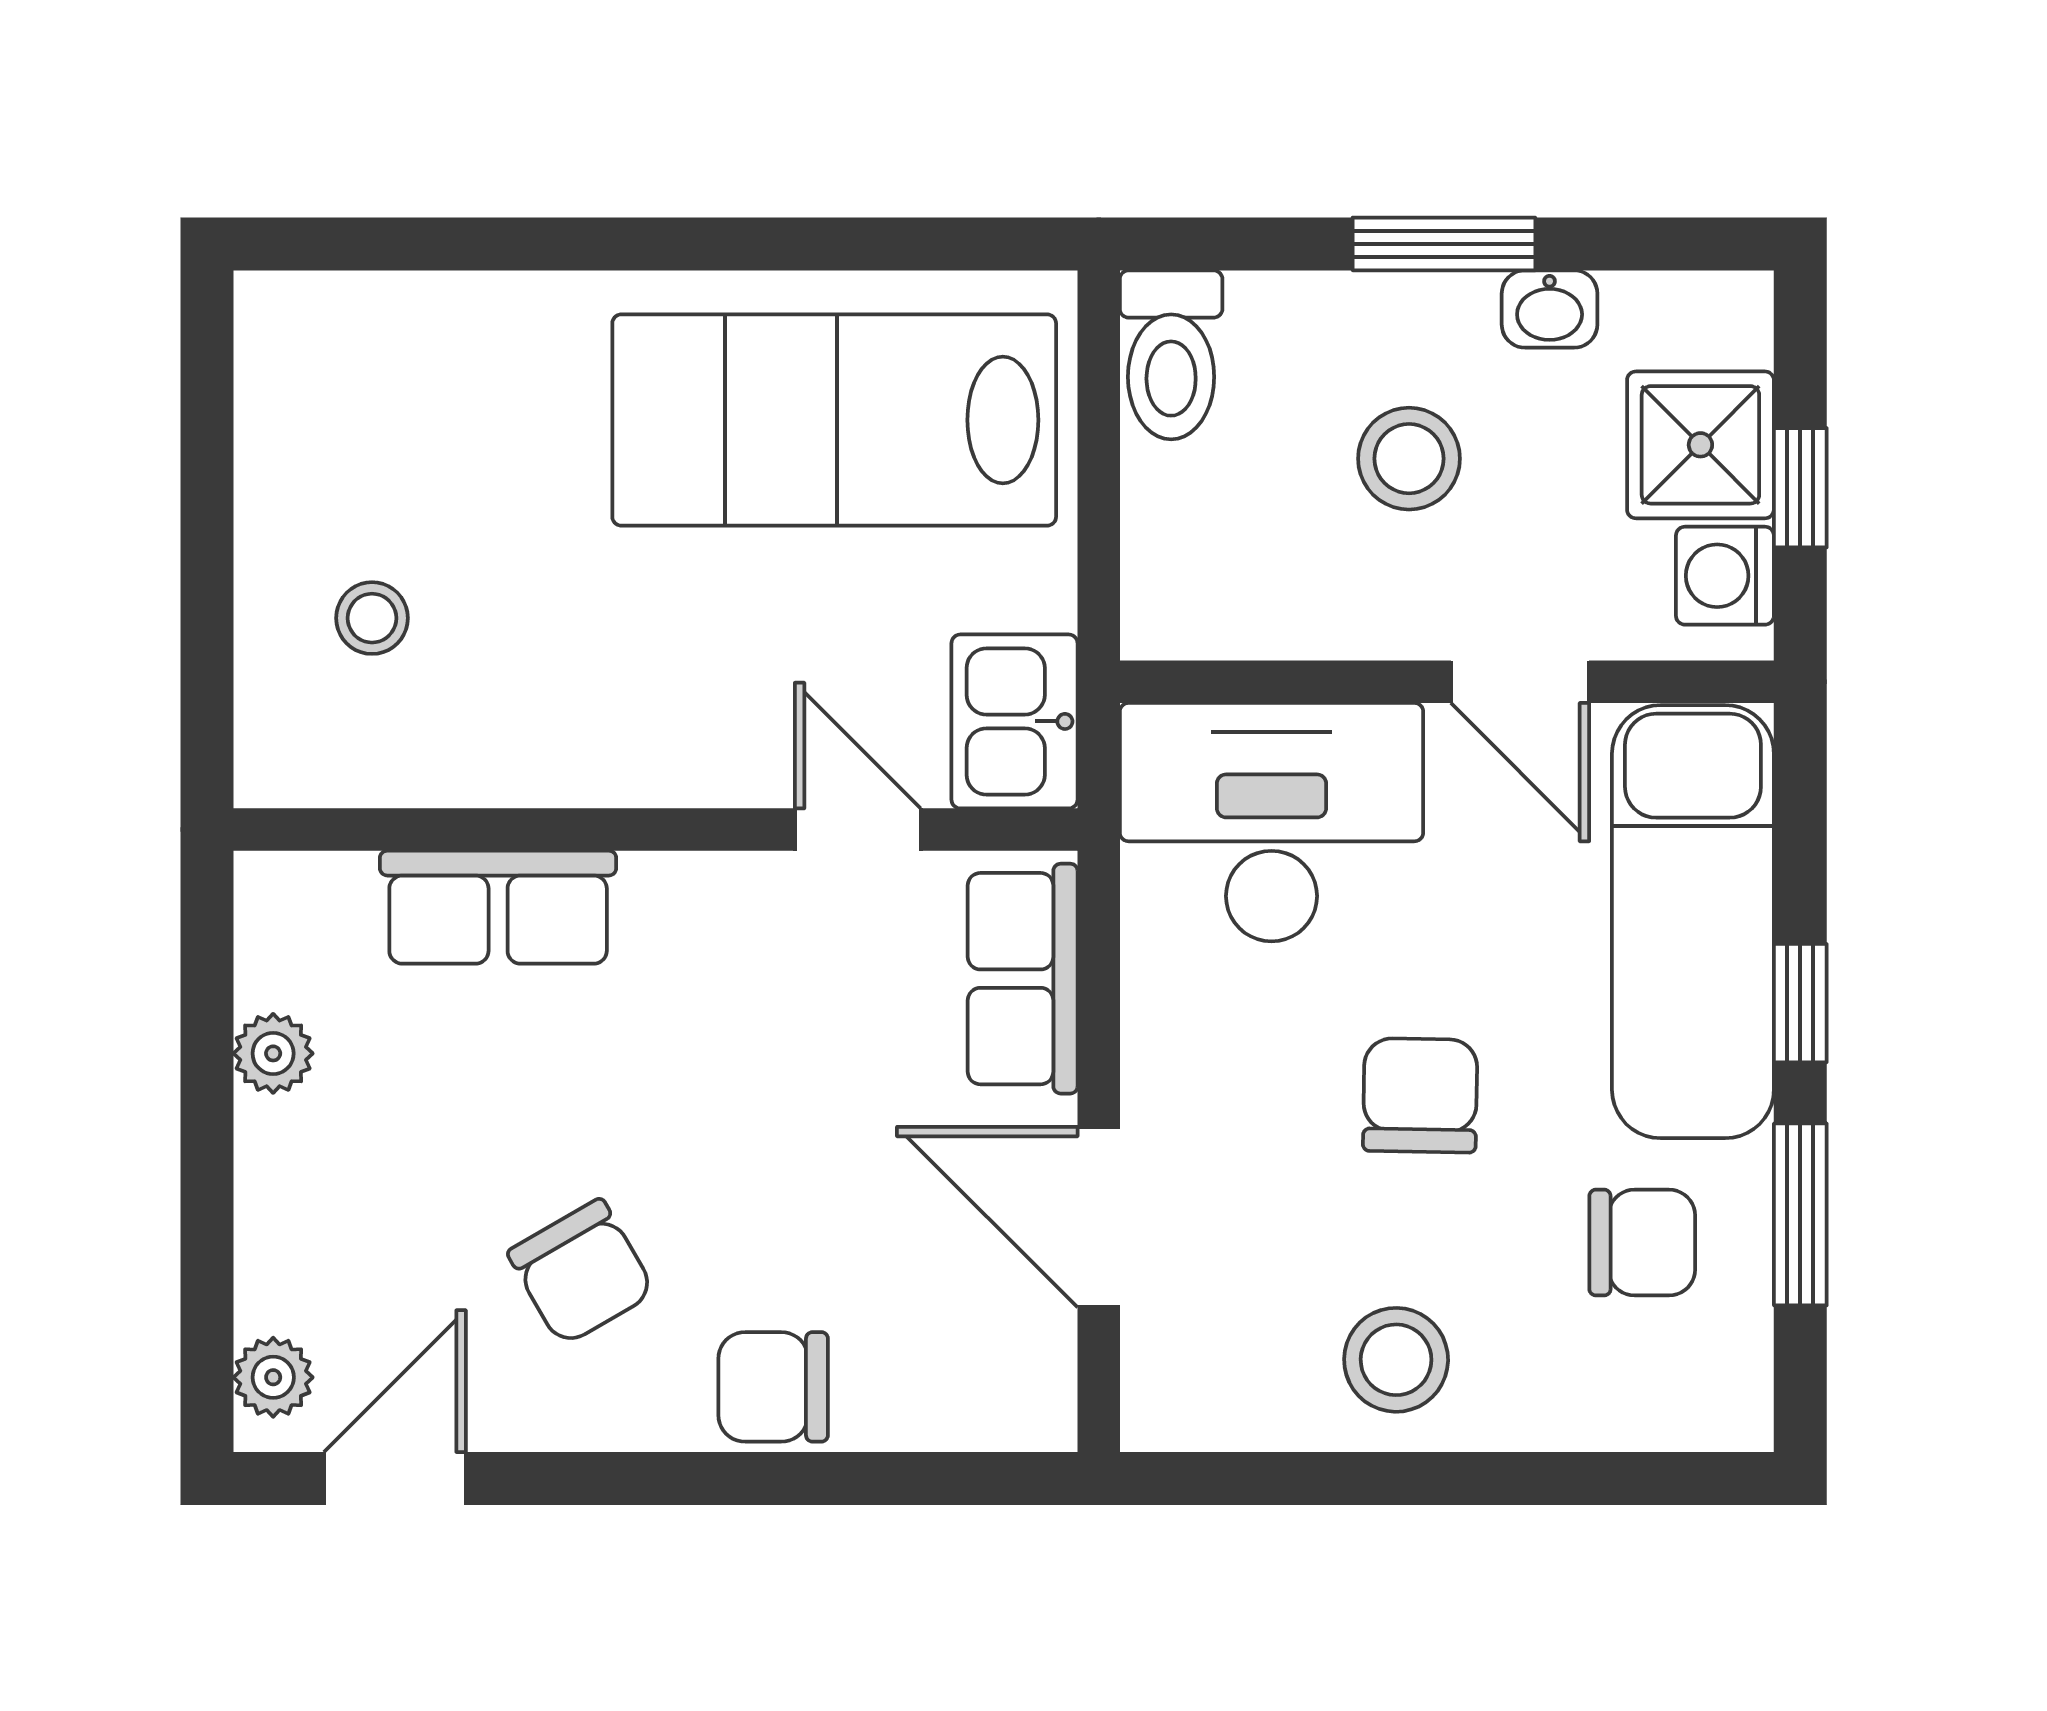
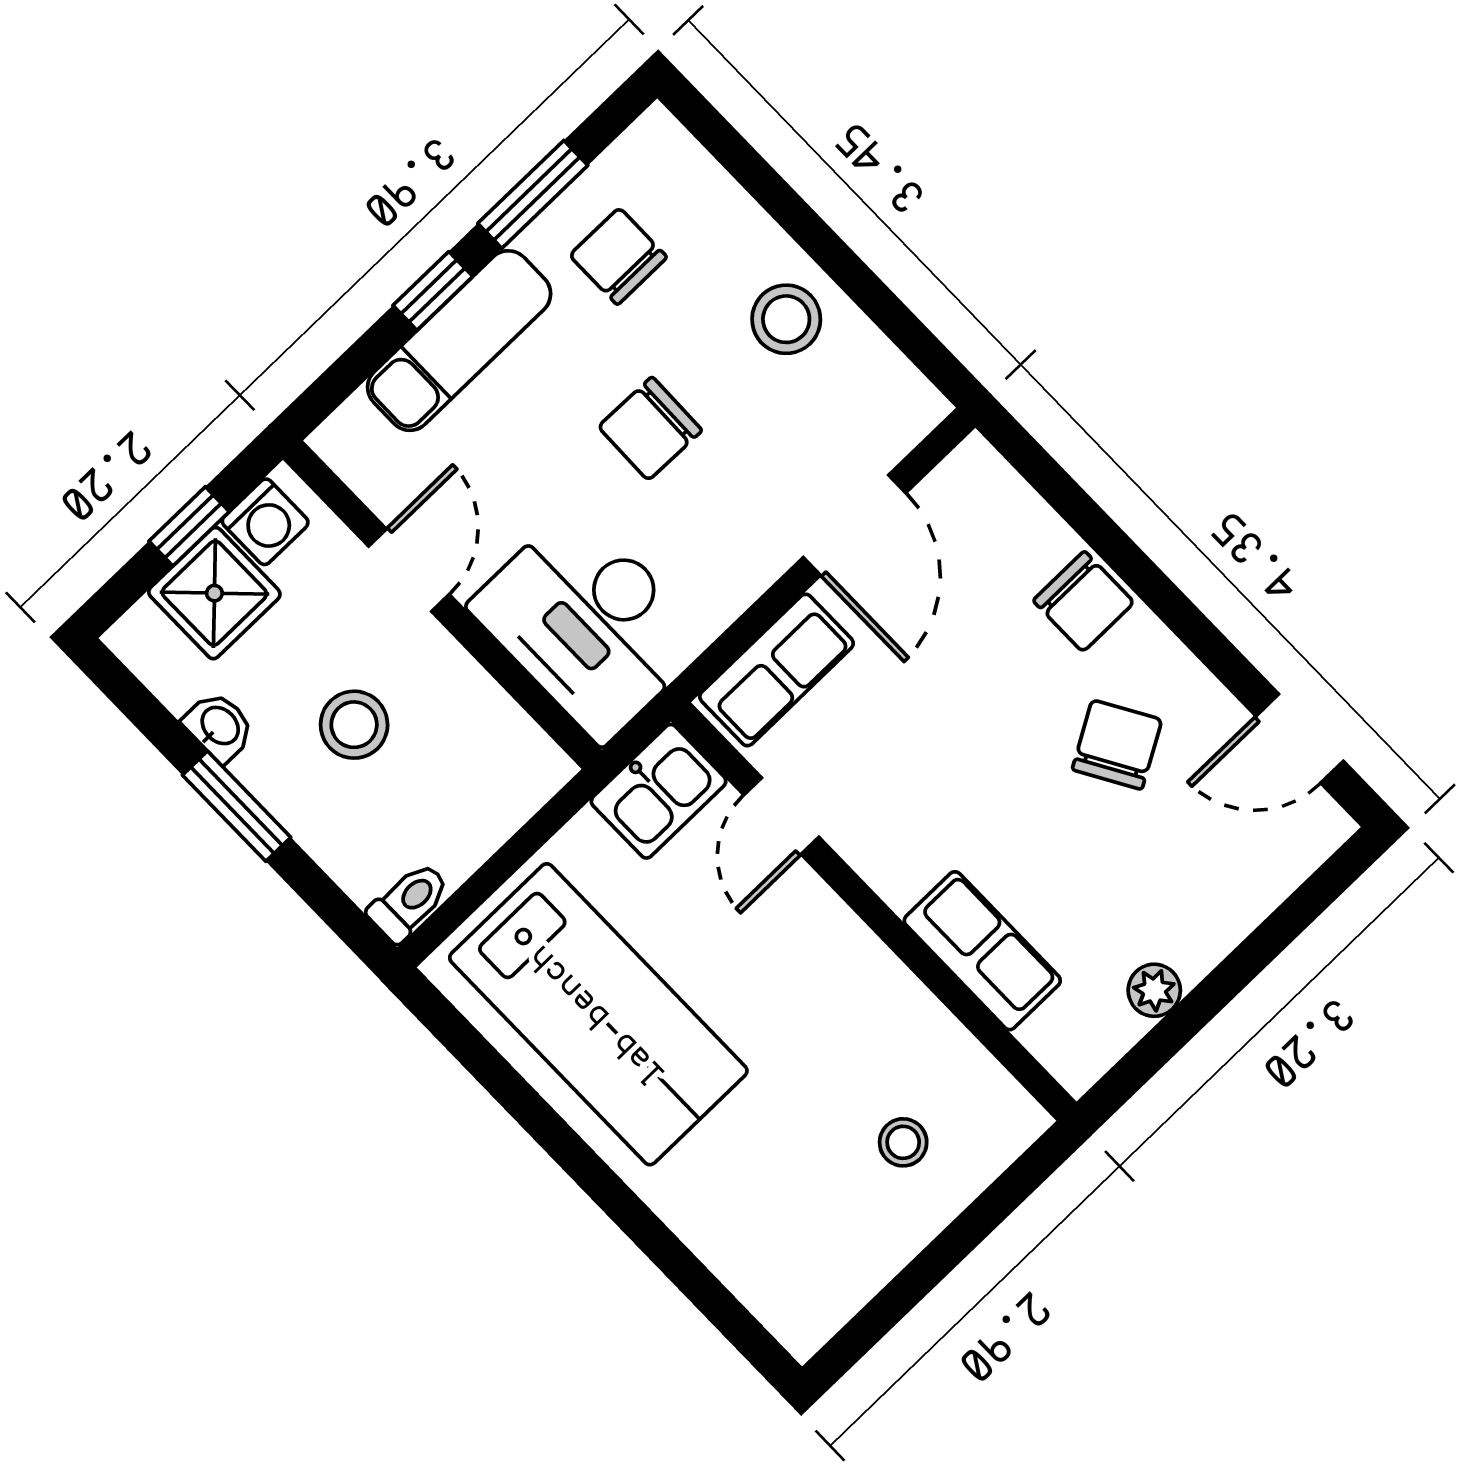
toilet: (1171, 355) -> (409, 902), width x0.73, depth x0.72
exam couch: (1693, 922) -> (459, 341), width x0.73, depth x0.69
plant: (273, 1377) -> (1307, 842), removed

